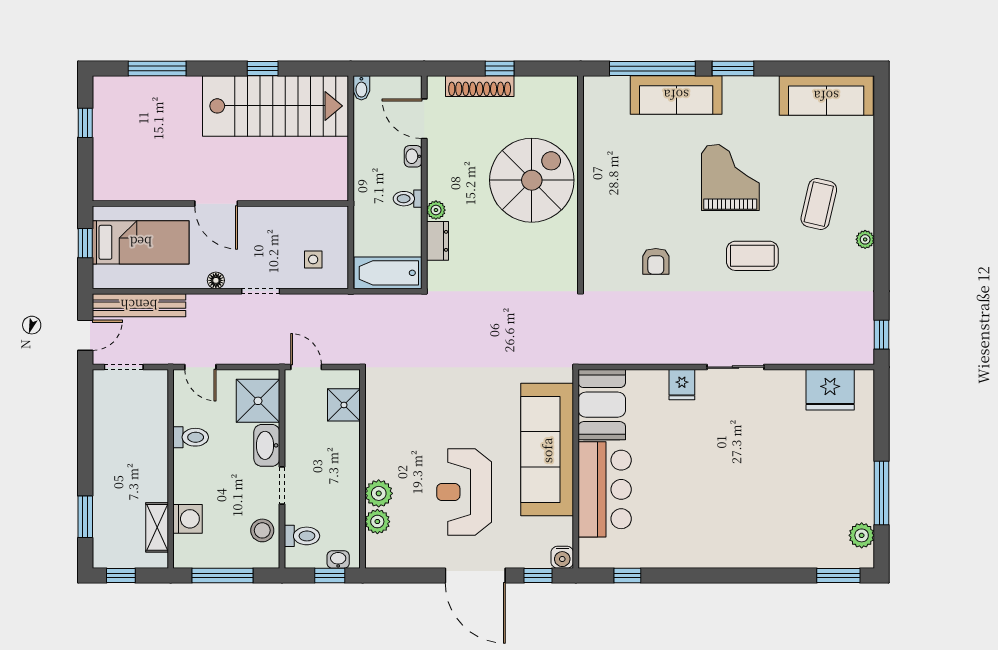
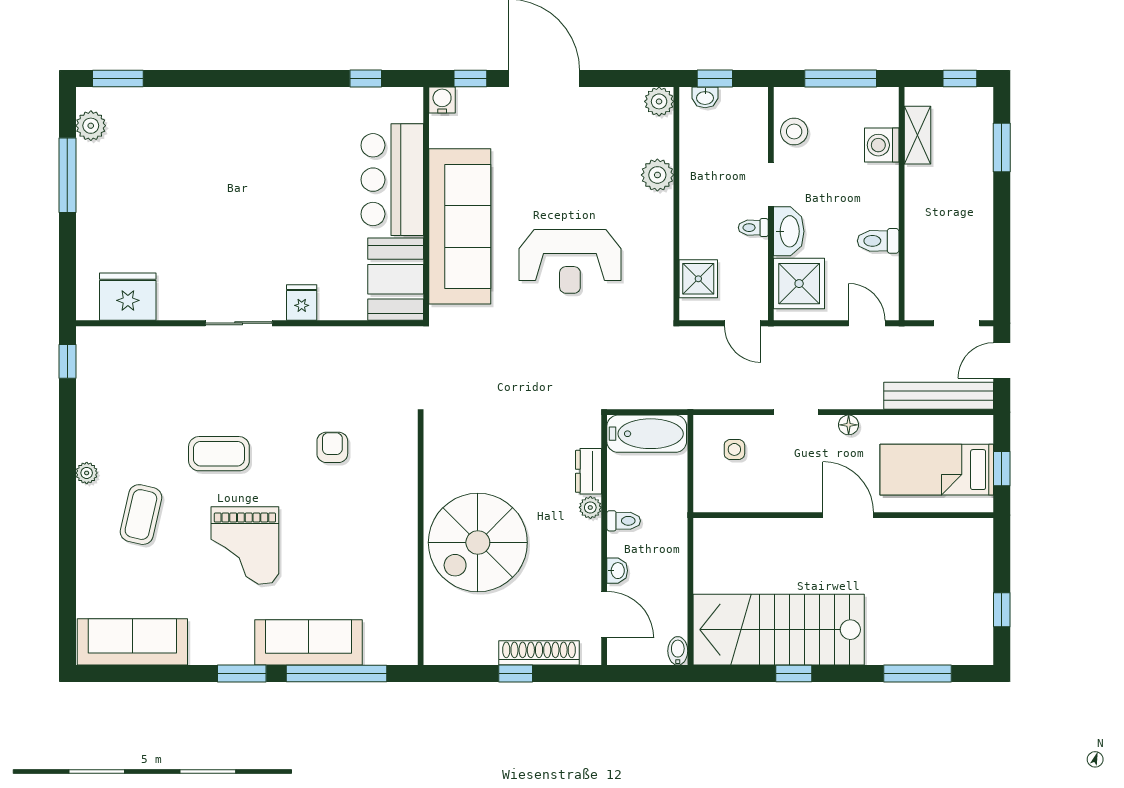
reception desk: (464, 492) -> (570, 261), moved, turned 90
plant: (377, 522) -> (659, 101), moved
toilet: (302, 536) -> (753, 228), moved, width x0.73, depth x0.72

